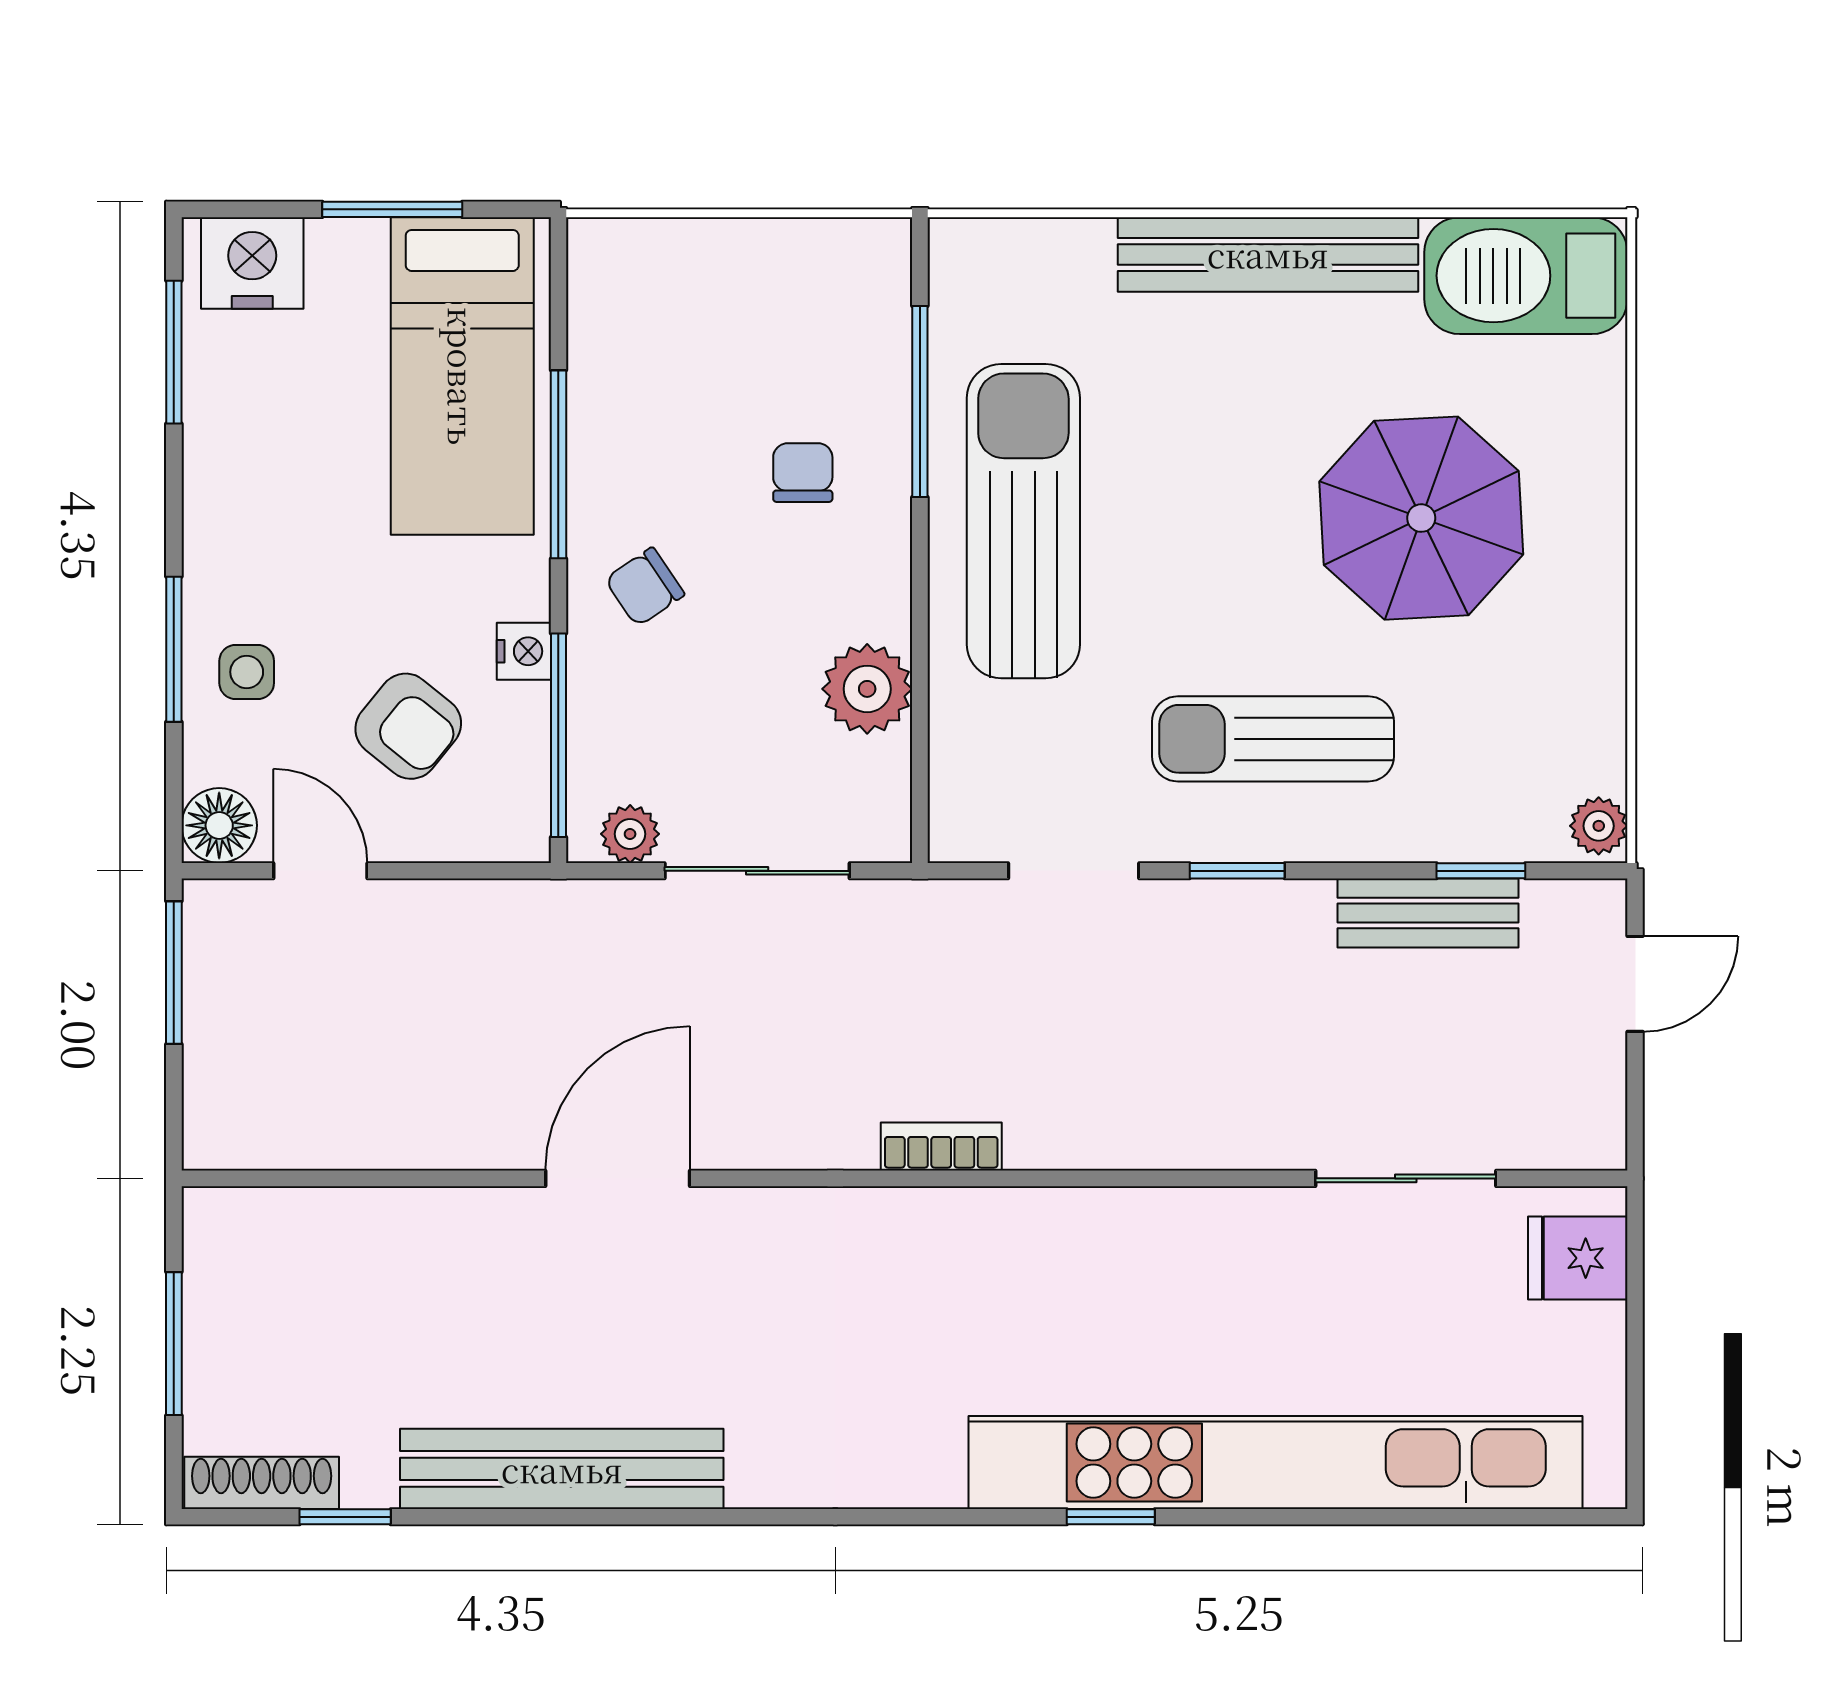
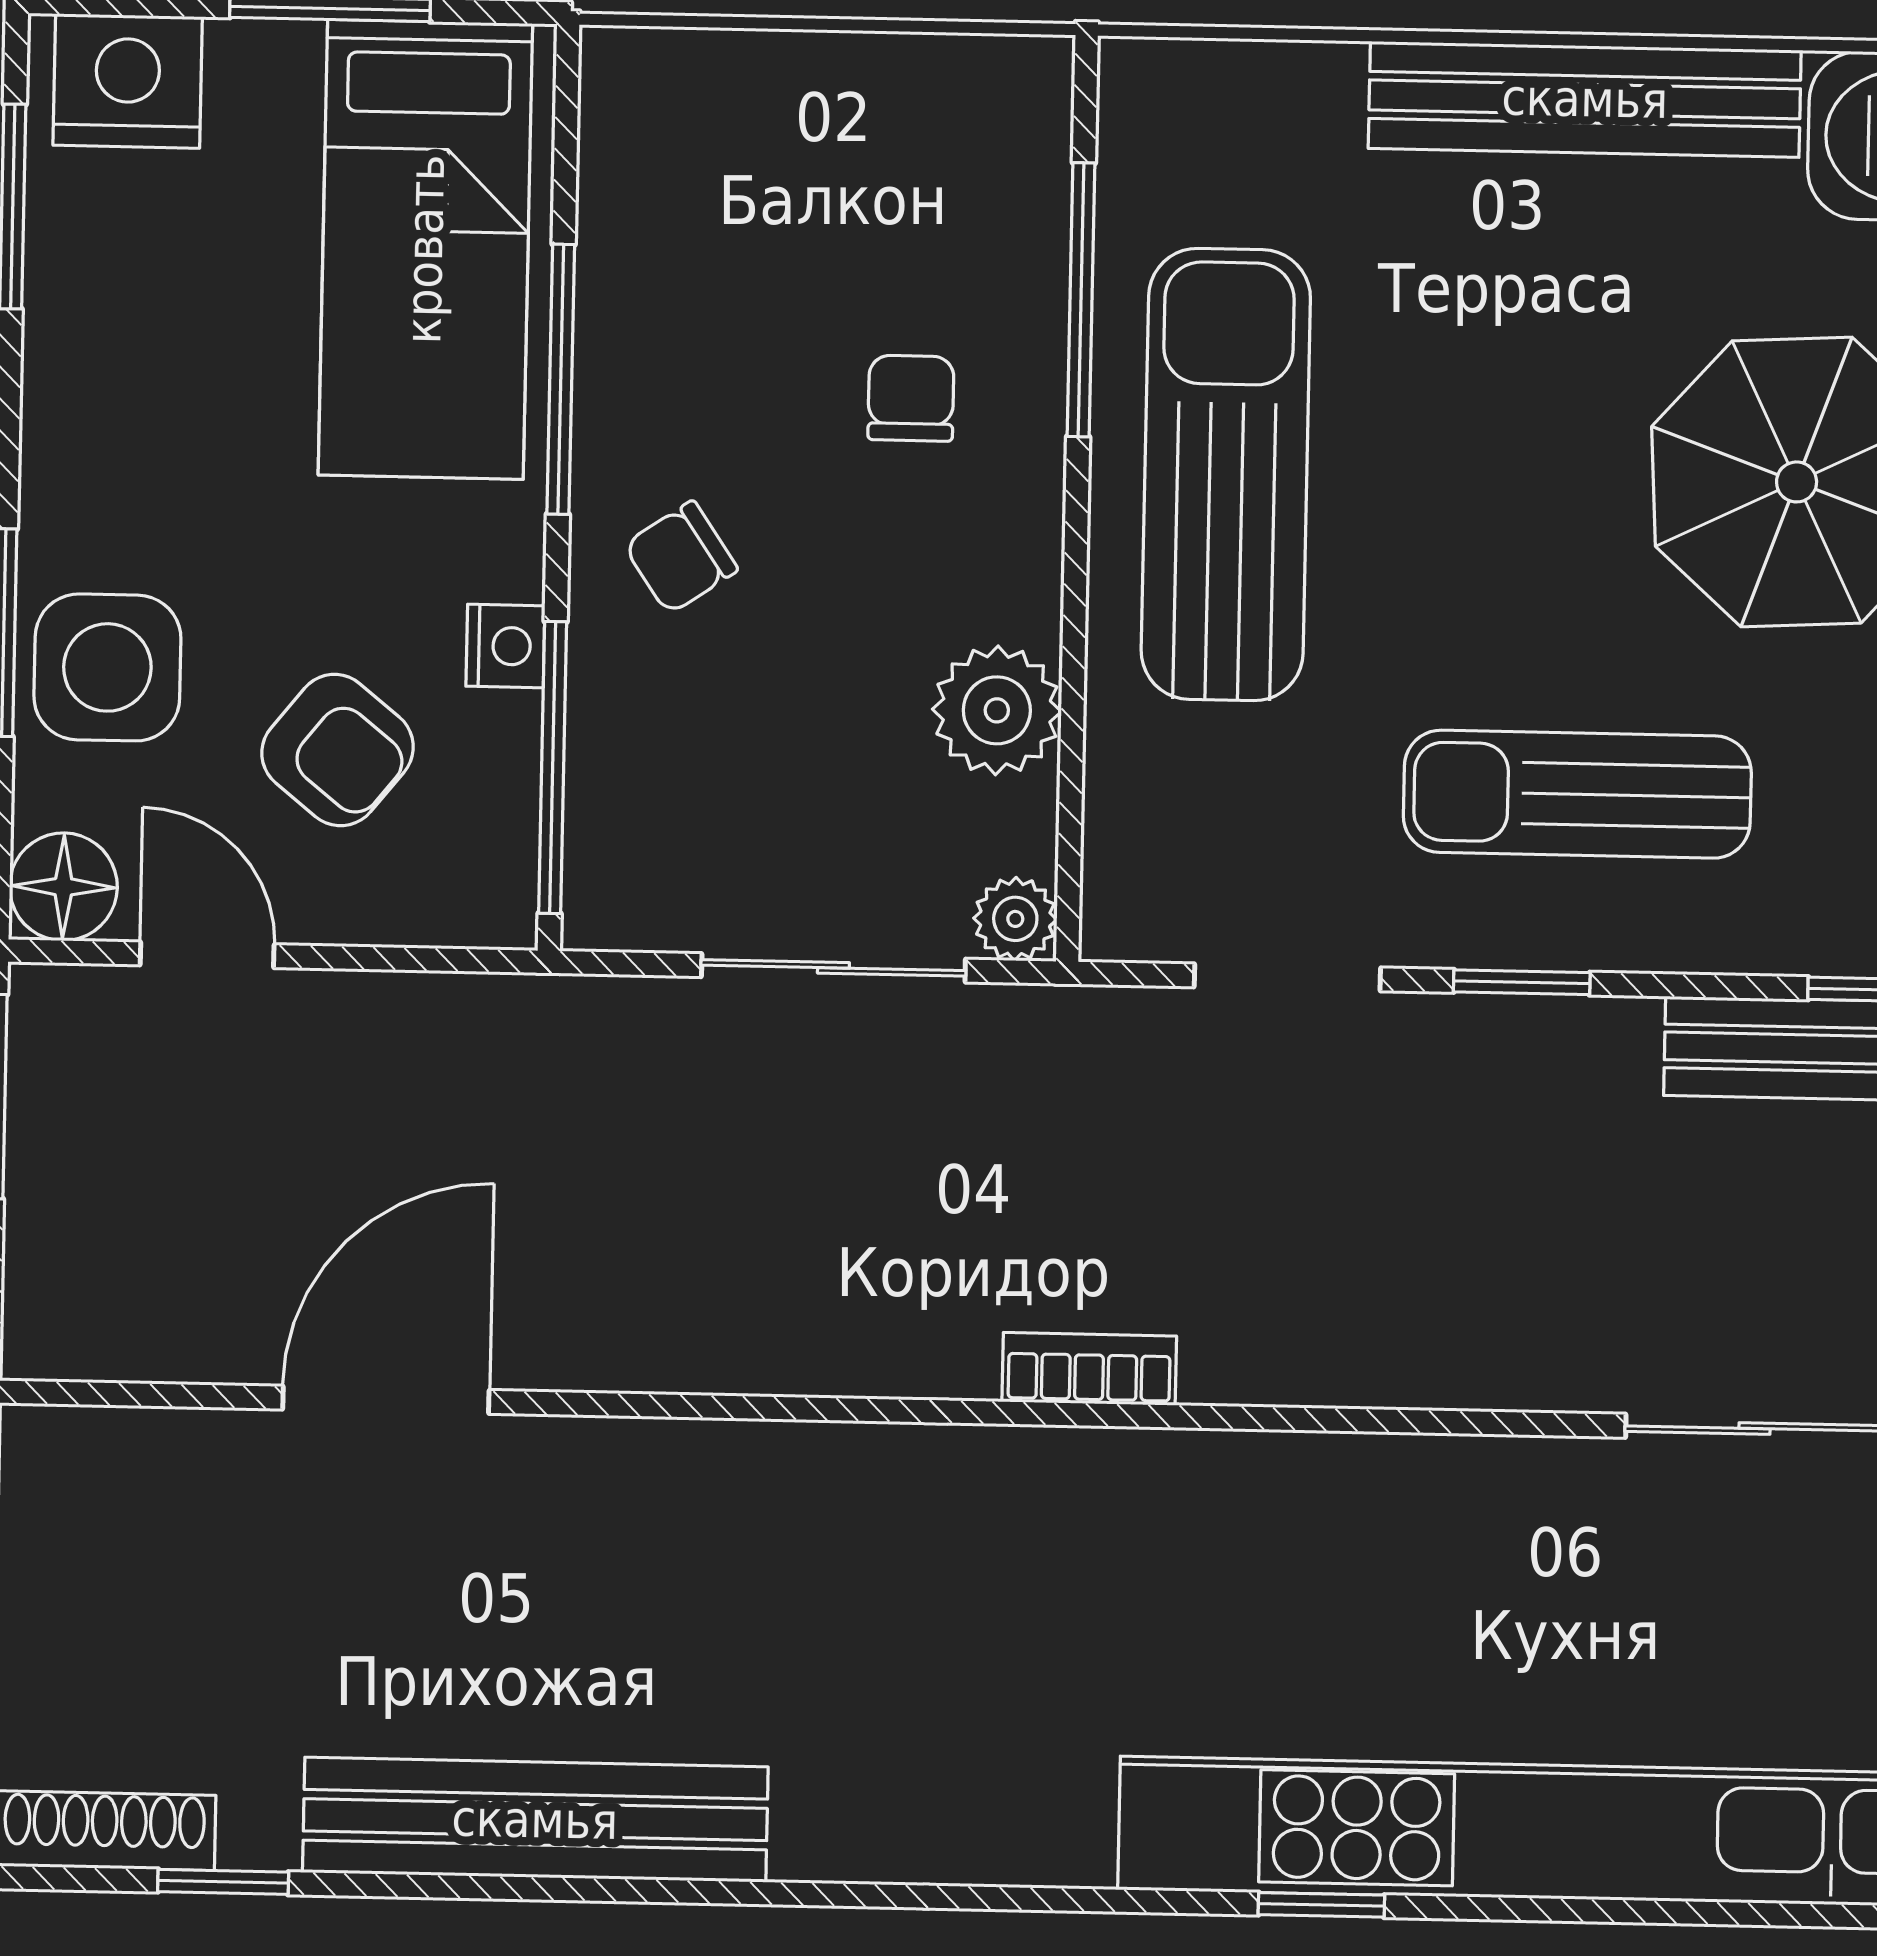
side table: (247, 672) -> (107, 667), width x1.87, depth x1.87
plant: (630, 834) -> (1015, 919), moved
door: (618, 1178) -> (386, 1400), moved

